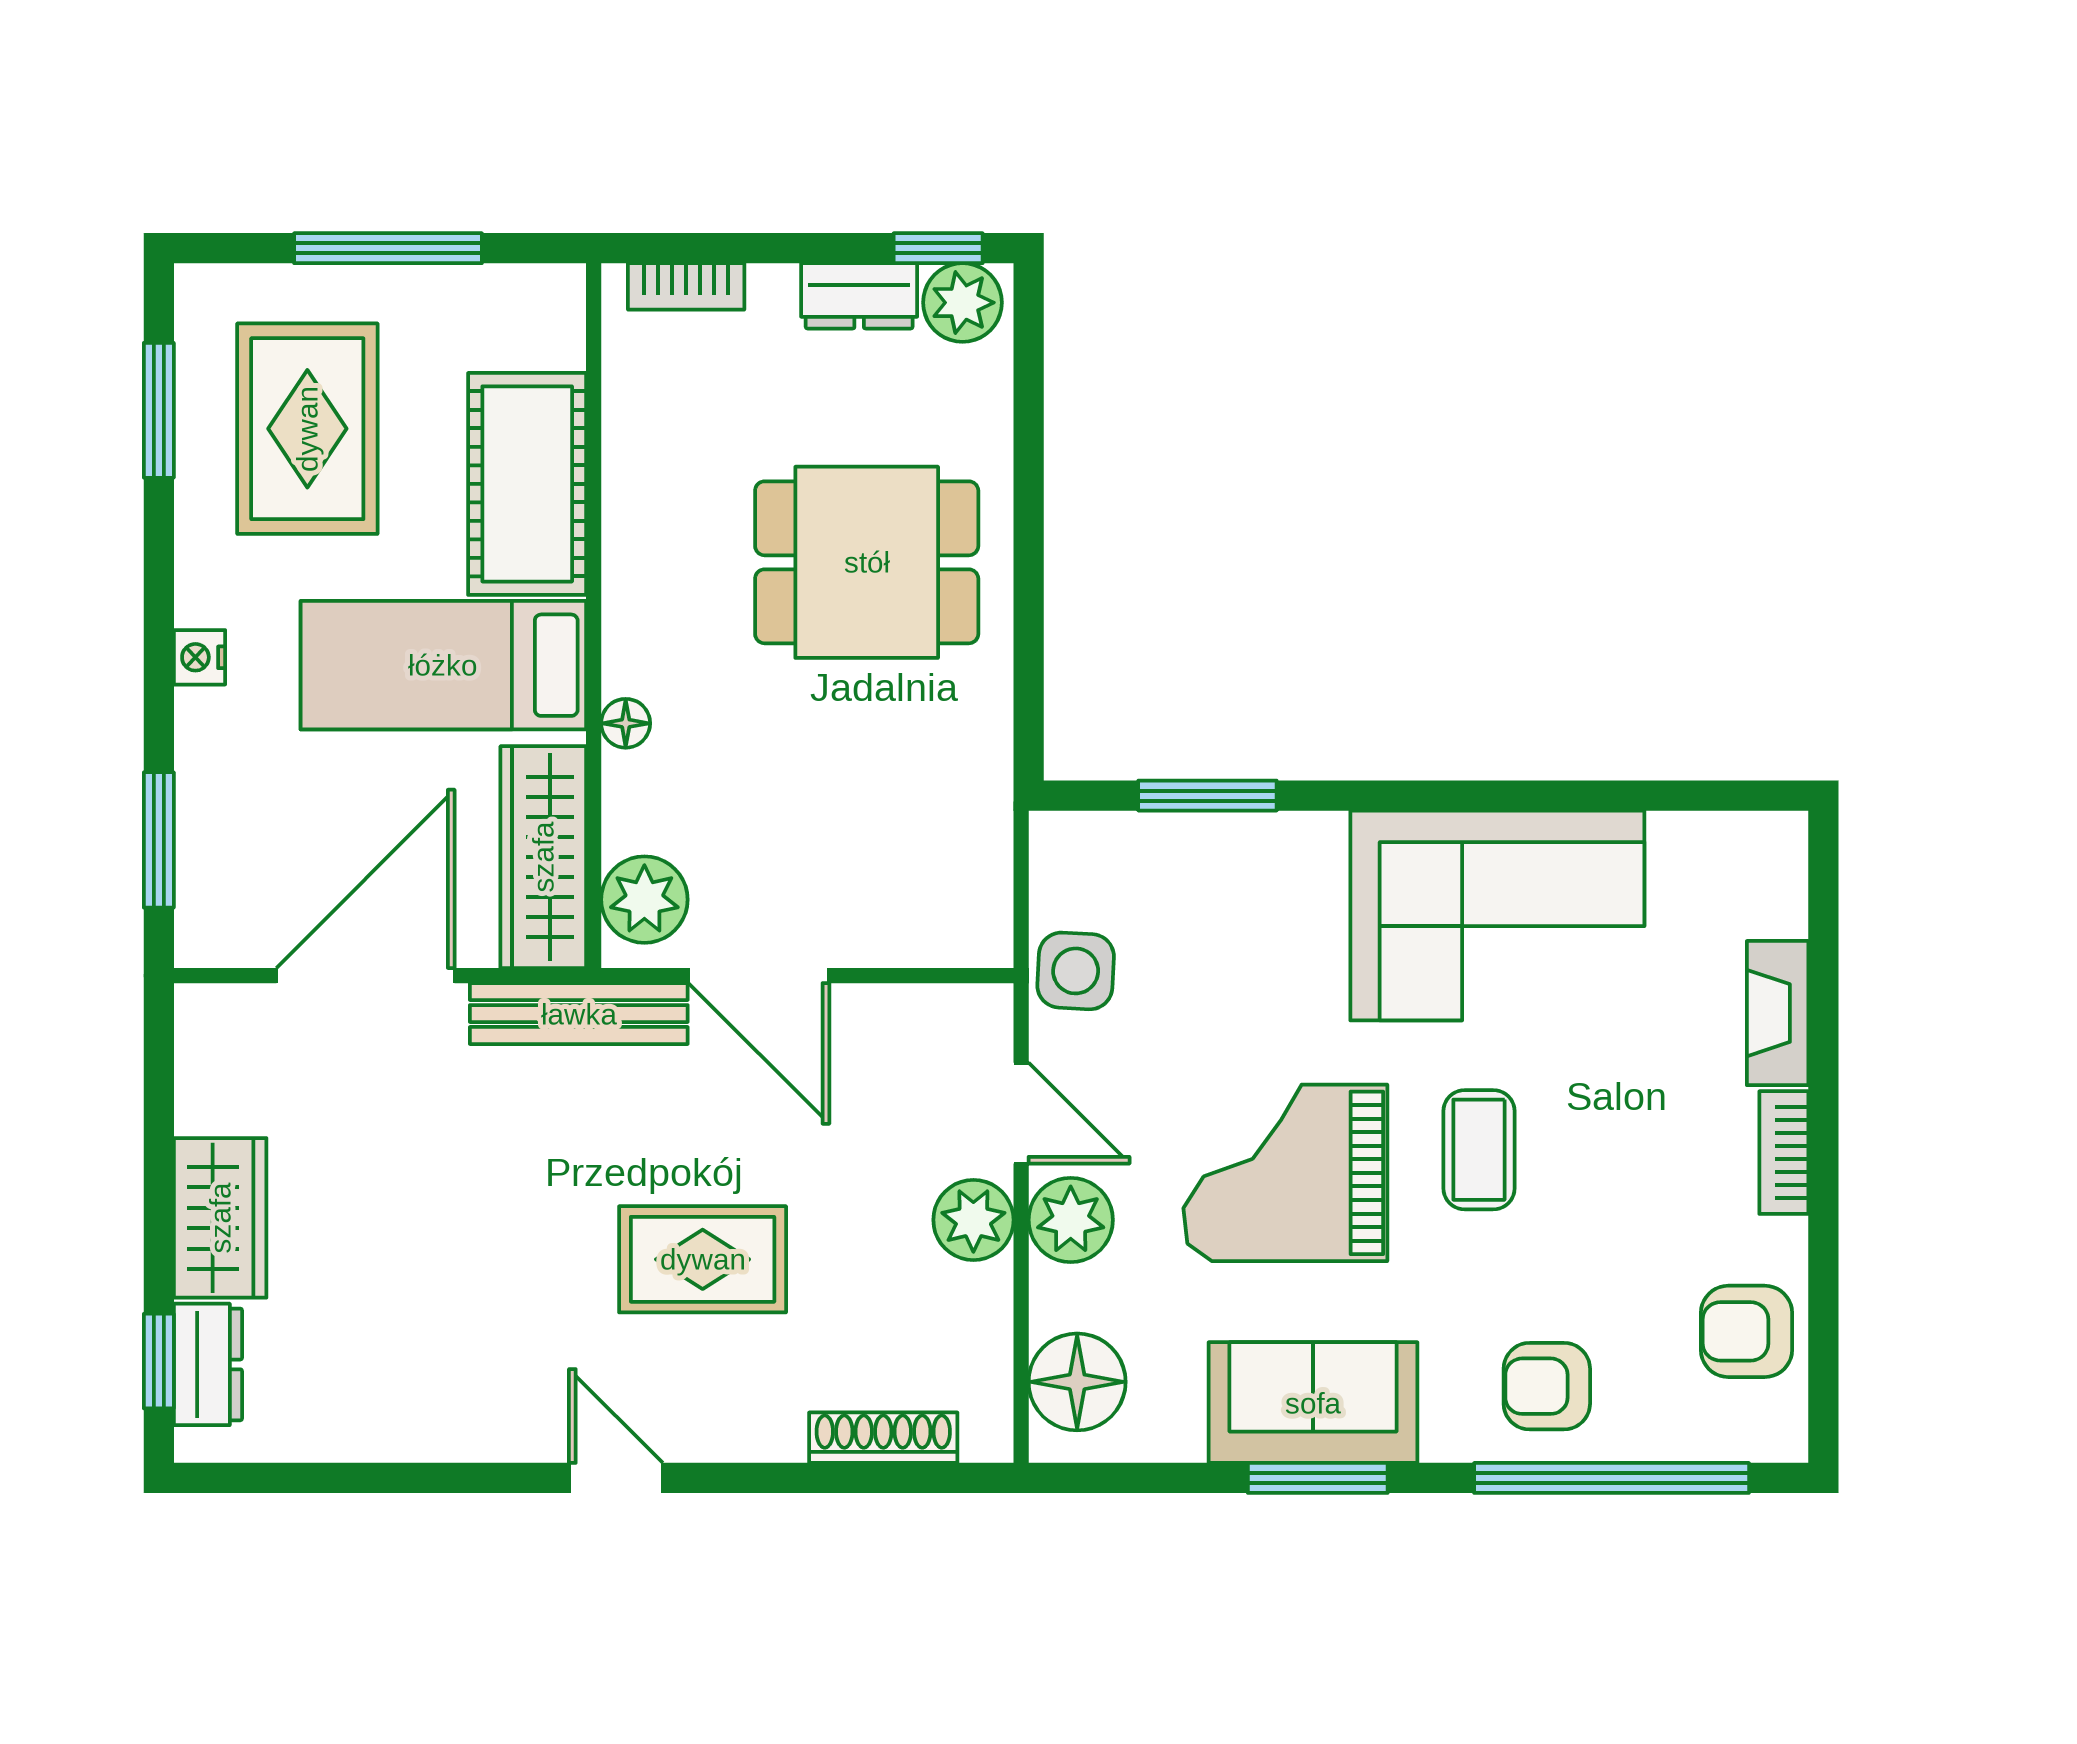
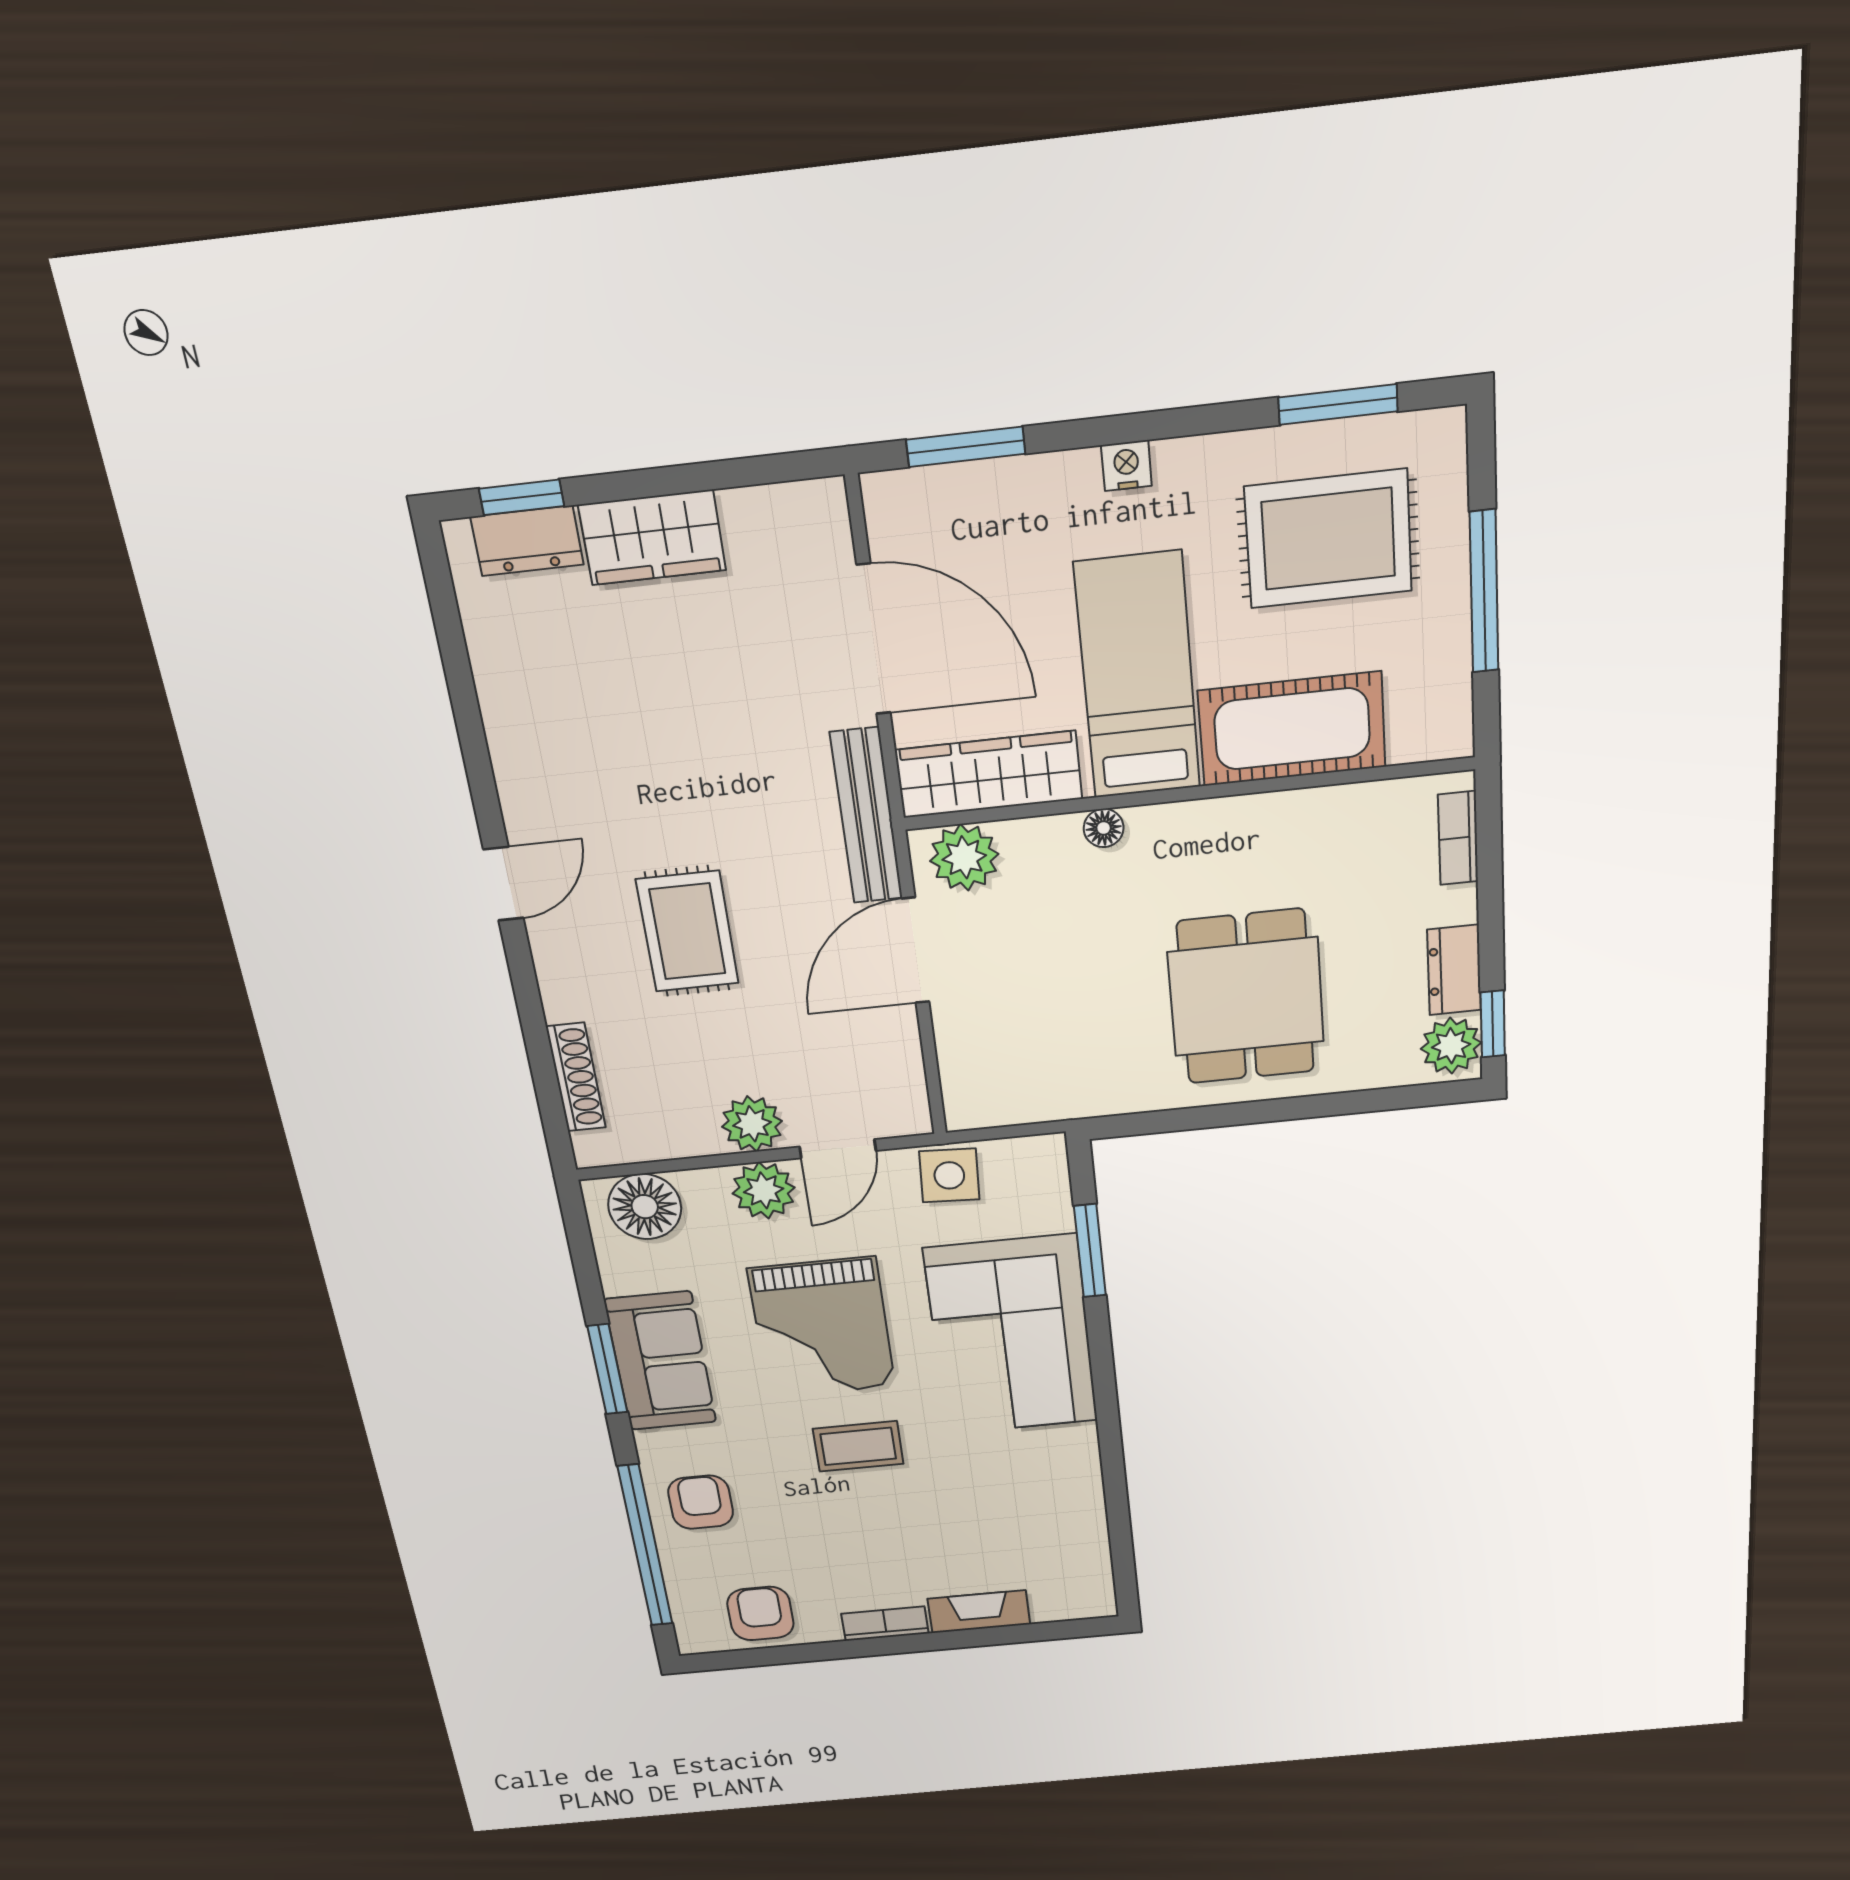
corner sofa: (1497, 916) -> (1011, 1335), moved
grand piano: (1285, 1173) -> (822, 1328), turned 180

